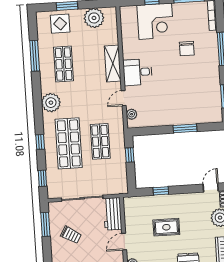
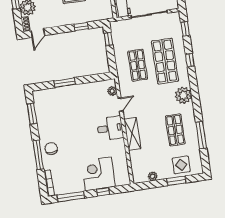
plant: (94, 18) -> (153, 176), width x0.53, depth x0.53
chair: (187, 49) -> (51, 149), moved
window: (130, 155) -> (108, 39), moved

